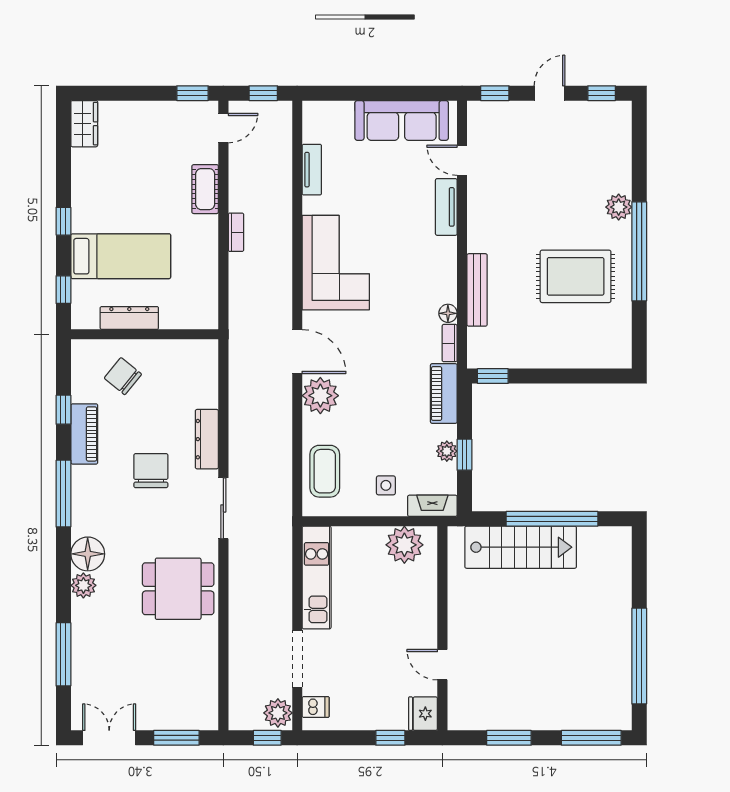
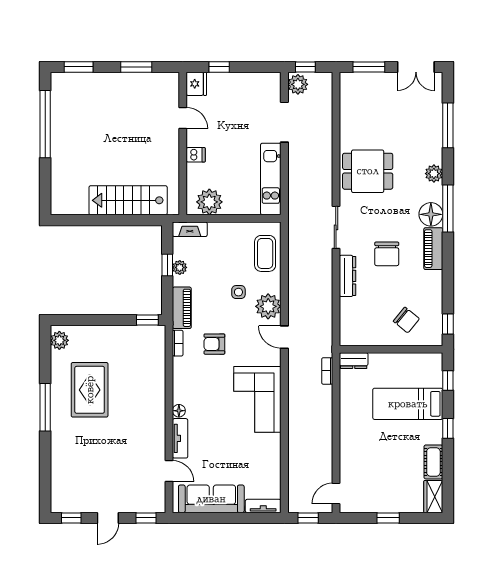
window: (192, 93) -> (388, 518), moved
tv unit: (312, 170) -> (263, 506), moved, turned 90
cot: (205, 189) -> (433, 462), moved
plant: (619, 207) -> (59, 340), moved
bookcase: (236, 232) -> (327, 371), moved
window: (639, 251) -> (45, 407), width x0.68
rug: (576, 276) -> (90, 390), turned 90
bench: (477, 290) -> (159, 380), removed
floor lamp: (448, 313) -> (179, 411), moved
dresser: (129, 318) -> (354, 361), moved, width x0.70
armchair: (397, 342) -> (214, 344), added
door: (297, 352) -> (284, 337), width x0.73
window: (63, 410) -> (448, 324), moved
piano: (84, 434) -> (433, 249), moved
side table: (386, 485) -> (238, 292), moved
window: (63, 494) -> (448, 208), moved
window: (552, 519) -> (106, 220), removed
floor lamp: (88, 554) -> (431, 214), moved
dishwasher: (316, 707) -> (196, 155), moved, turned 180
window: (591, 738) -> (79, 67), width x0.69

